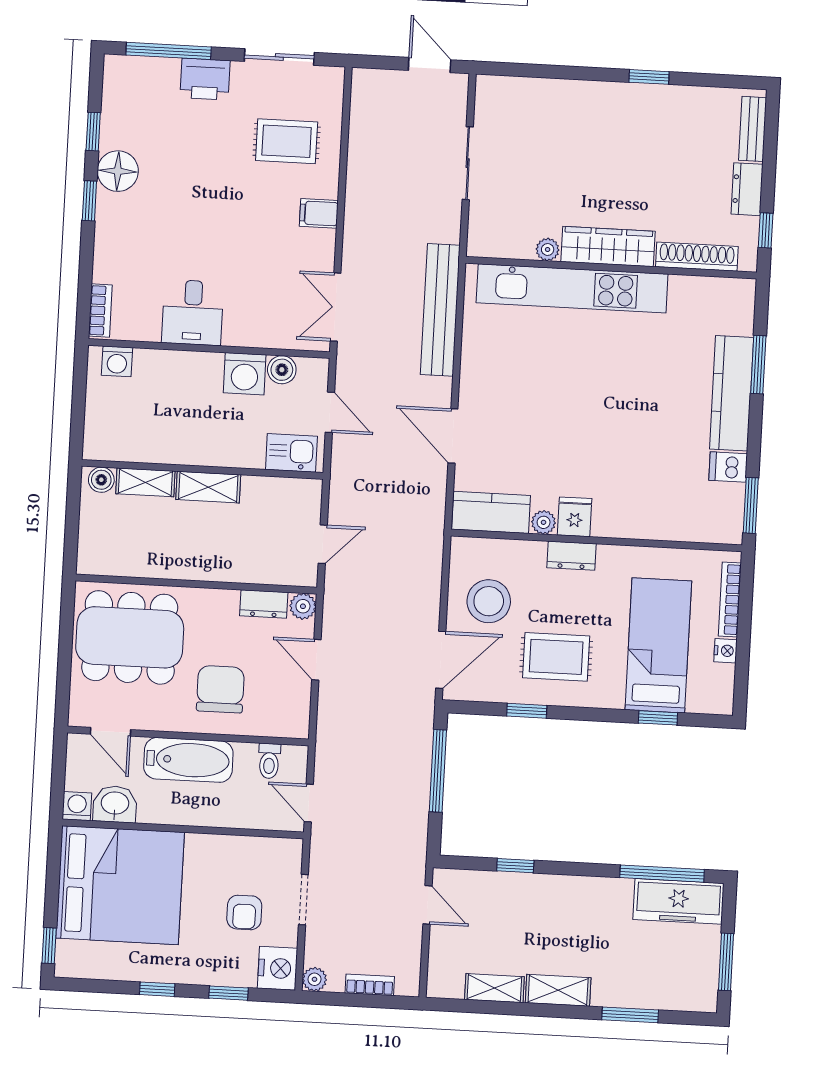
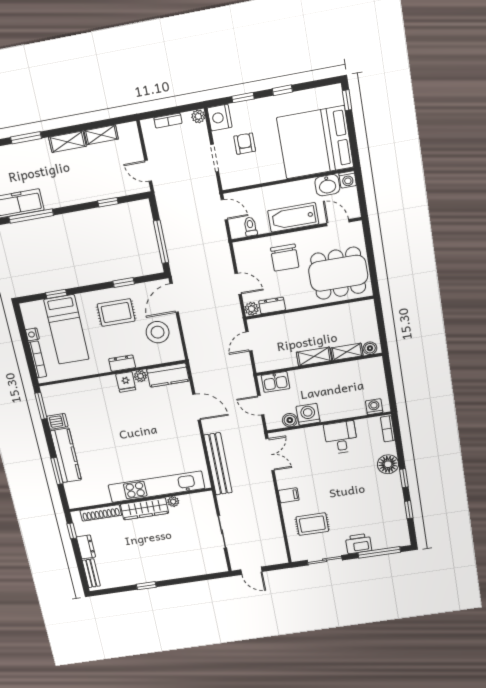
floor lamp: (118, 171) -> (388, 464), moved

